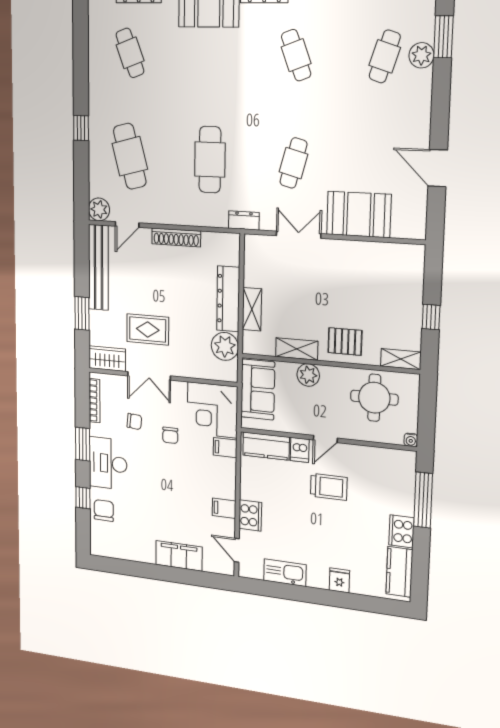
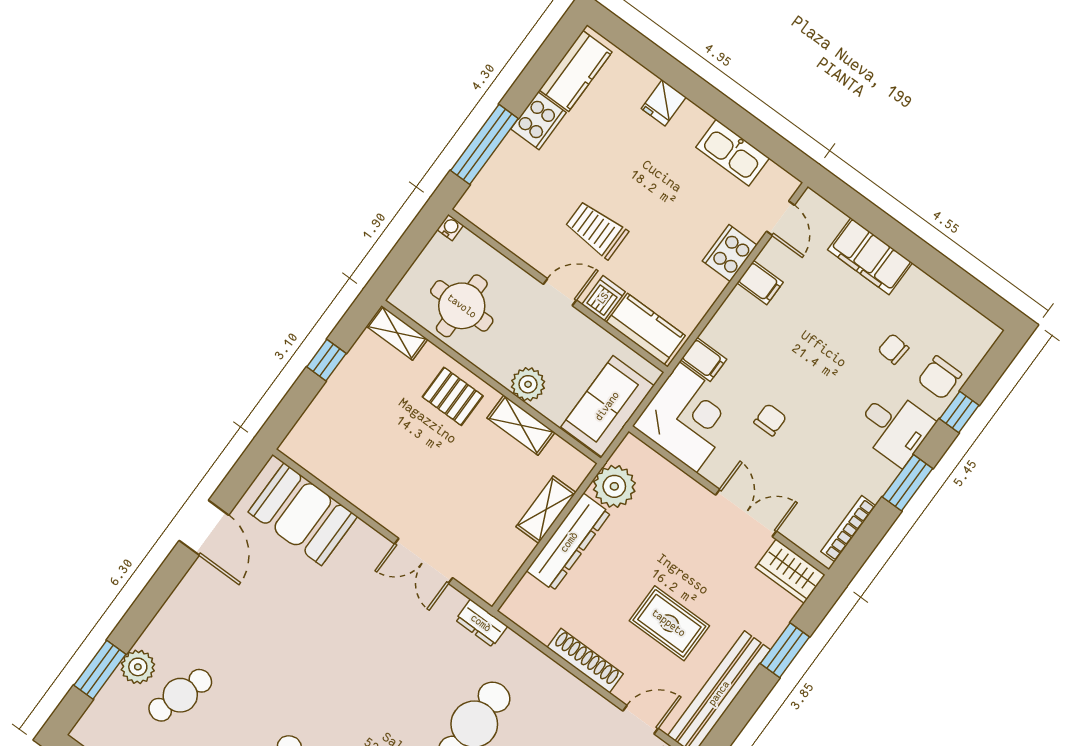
cafe table: (293, 163) -> (372, 649), removed
booth: (359, 214) -> (303, 514), moved
rug: (148, 329) -> (669, 623), moved
chair: (134, 421) -> (893, 349), moved
desk: (108, 463) -> (894, 427), width x0.73

